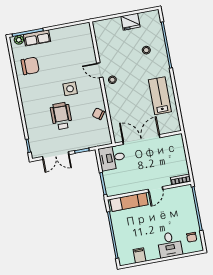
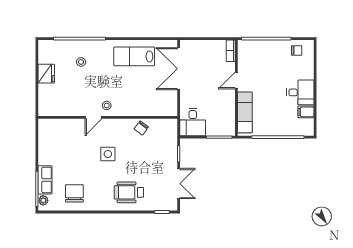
wheelchair: (61, 116) -> (129, 192), moved
double door: (141, 140) -> (179, 69), moved
door: (155, 189) -> (236, 81), swing flipped
desk: (170, 245) -> (300, 92), moved

